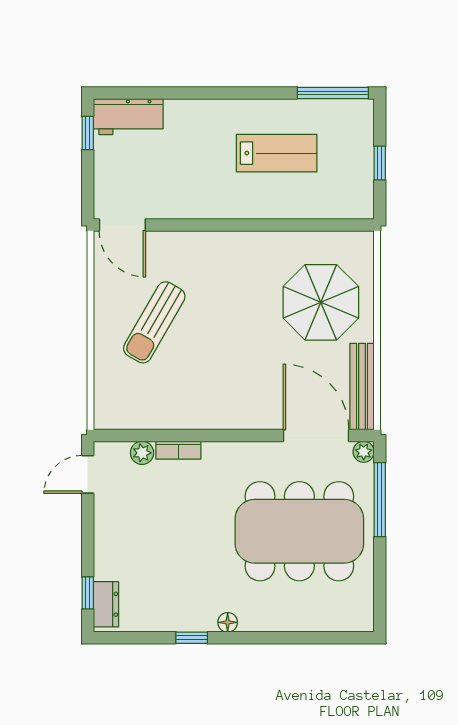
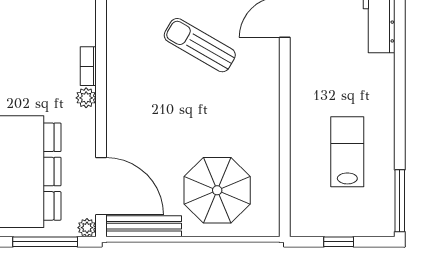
lab bench: (277, 153) -> (347, 152), turned 180
door: (316, 436) -> (101, 186), hinge flipped
plant: (142, 453) -> (86, 98), moved

